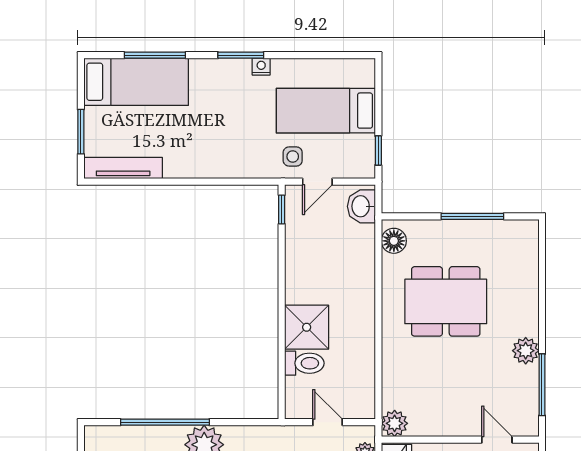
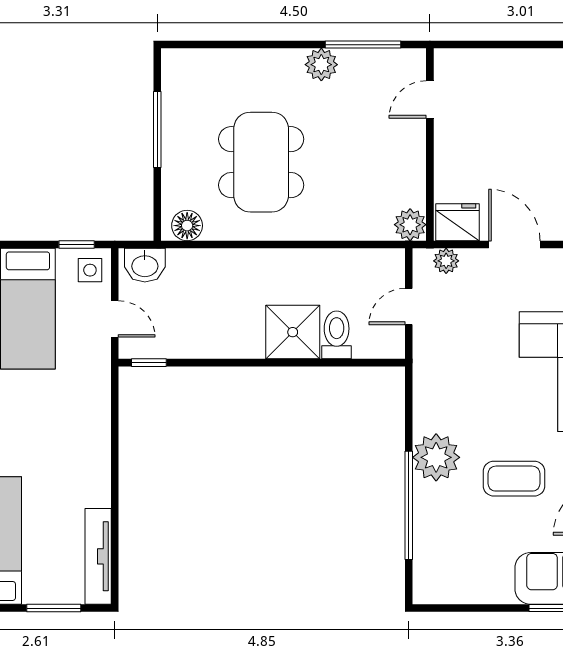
side table: (293, 157) -> (90, 270), moved

